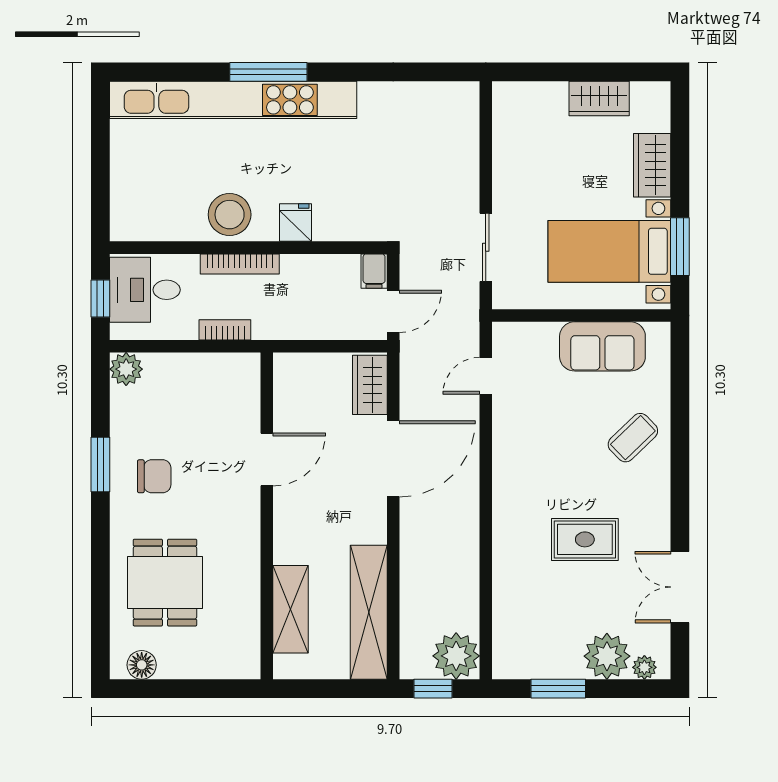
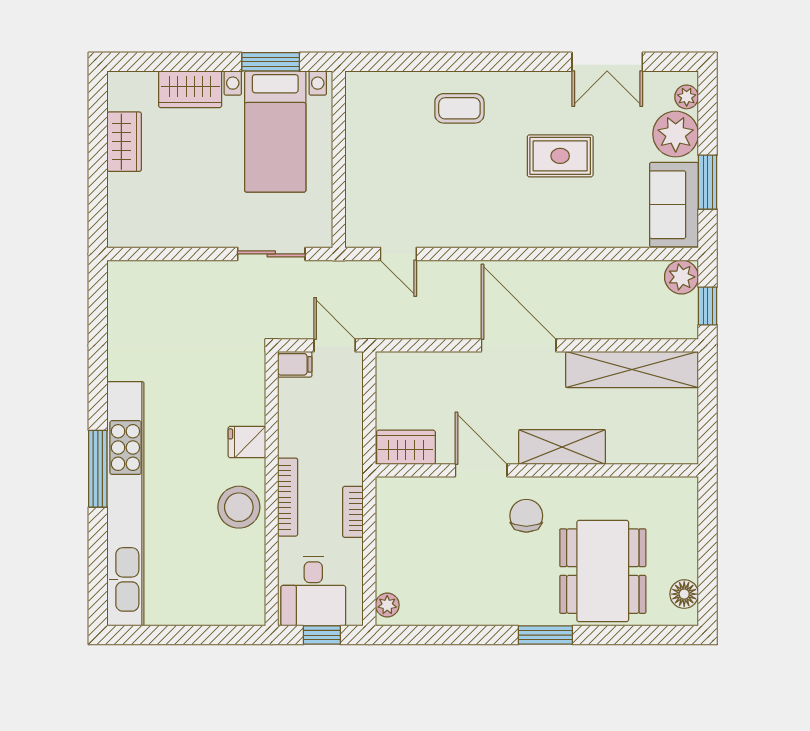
sofa: (602, 346) -> (674, 205), moved, turned 180
plant: (126, 369) -> (387, 605), width x0.73, depth x0.73
wardrobe: (370, 385) -> (406, 447), moved, turned 180
coffee table: (633, 438) -> (459, 108), turned -46
door: (393, 459) -> (519, 345), moved
window: (100, 465) -> (545, 635), moved
chair: (154, 476) -> (526, 516), moved
rug: (585, 539) -> (560, 156), turned 90
dining table: (165, 583) -> (603, 571), width x1.38
shelving: (290, 609) -> (562, 447), moved
plant: (456, 656) -> (681, 277), width x0.73, depth x0.73

